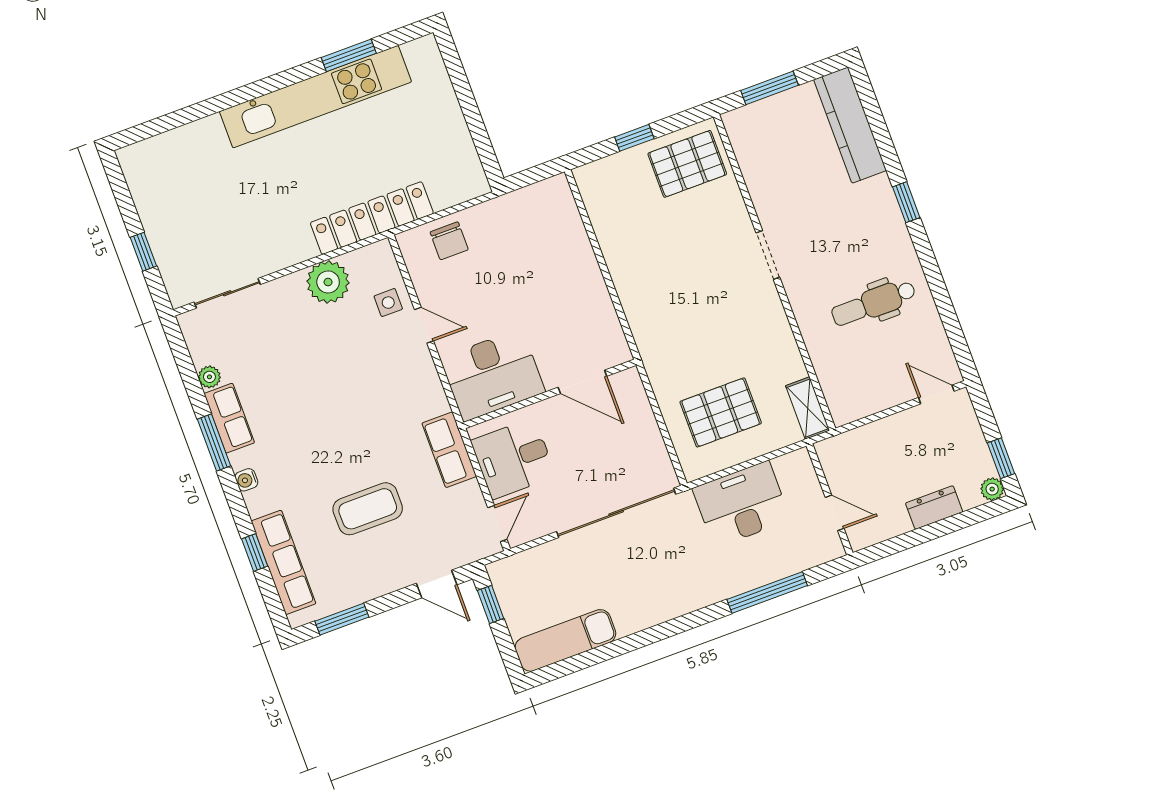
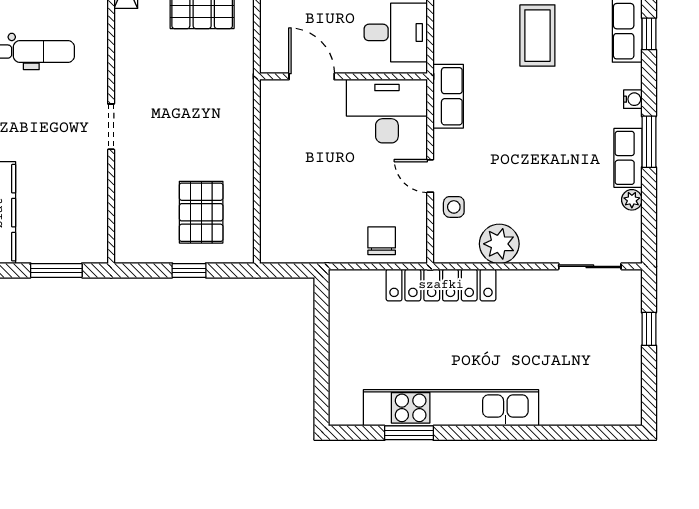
pallet: (687, 164) -> (201, 212), moved, turned 90
row of seats: (449, 450) -> (448, 96), moved
coffee table: (368, 509) -> (537, 36), turned 90

